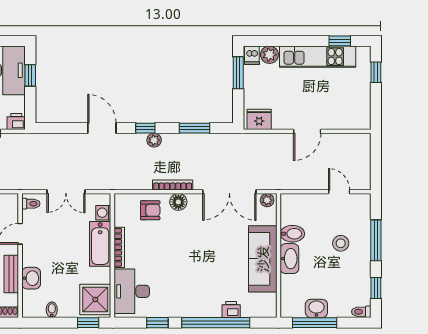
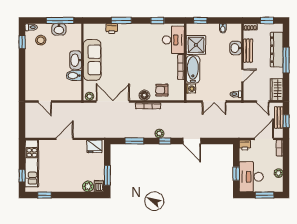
kitchen unit: (318, 57) -> (32, 163), moved, turned 90
double door: (66, 192) -> (214, 101), swing flipped
window: (376, 240) -> (22, 71), removed
stool: (341, 243) -> (41, 40), moved
shower: (95, 299) -> (196, 45), moved
window: (216, 323) -> (121, 20), width x0.47

